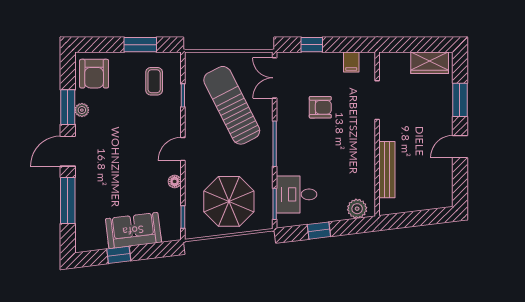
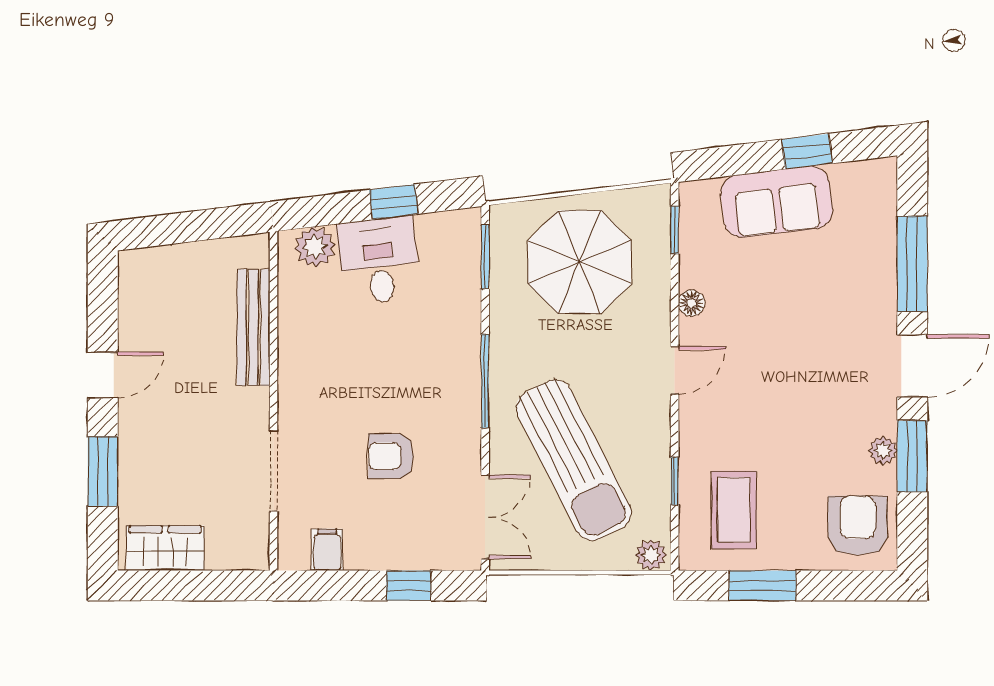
plant: (194, 59) -> (651, 555), added
coffee table: (154, 81) -> (734, 510), width x1.36, depth x1.30
desk: (297, 194) -> (379, 260), moved, turned -97

